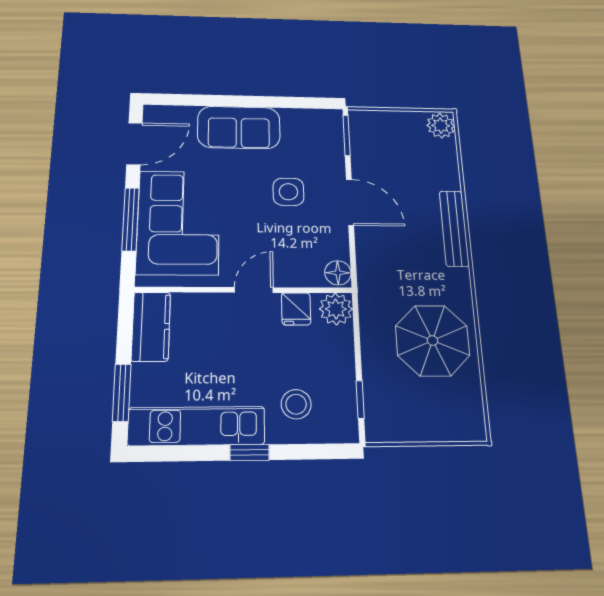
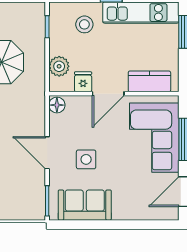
sofa: (239, 127) -> (85, 205), moved
door: (254, 290) -> (108, 94), width x1.38
plant: (336, 309) -> (59, 66), moved
kitchen counter: (151, 326) -> (149, 81), moved, turned 90

